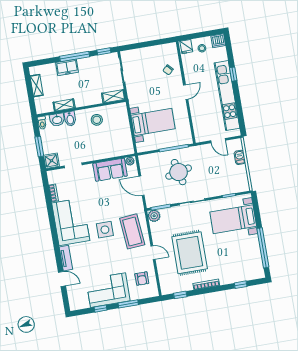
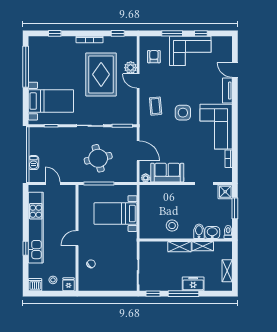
shelving: (113, 96) -> (180, 247), moved
plant: (154, 216) -> (131, 68), moved
coffee table: (132, 231) -> (156, 106), width x0.54, depth x0.58

